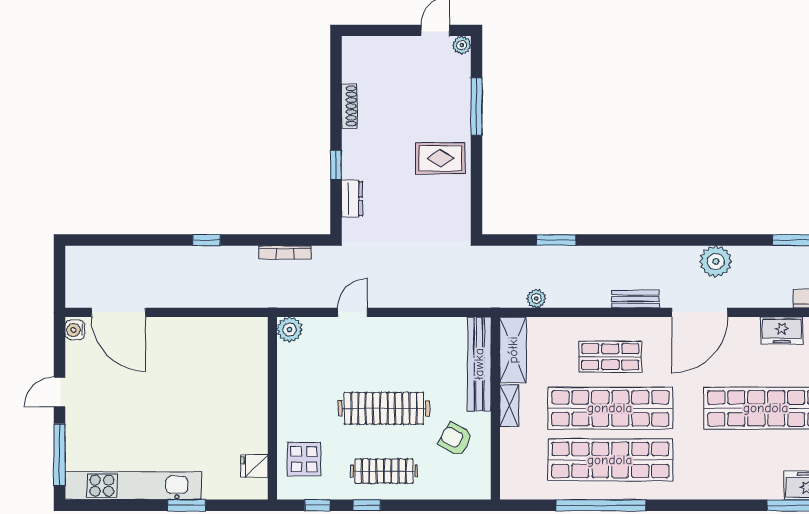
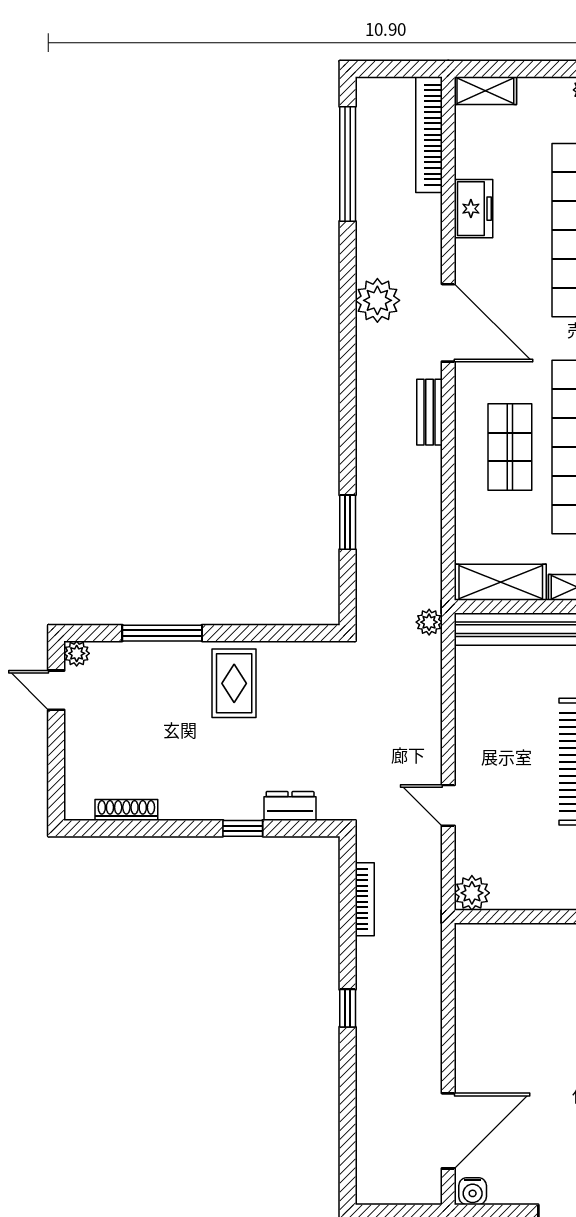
shoe rack: (349, 106) -> (126, 810), moved
plant: (536, 299) -> (429, 622), moved

